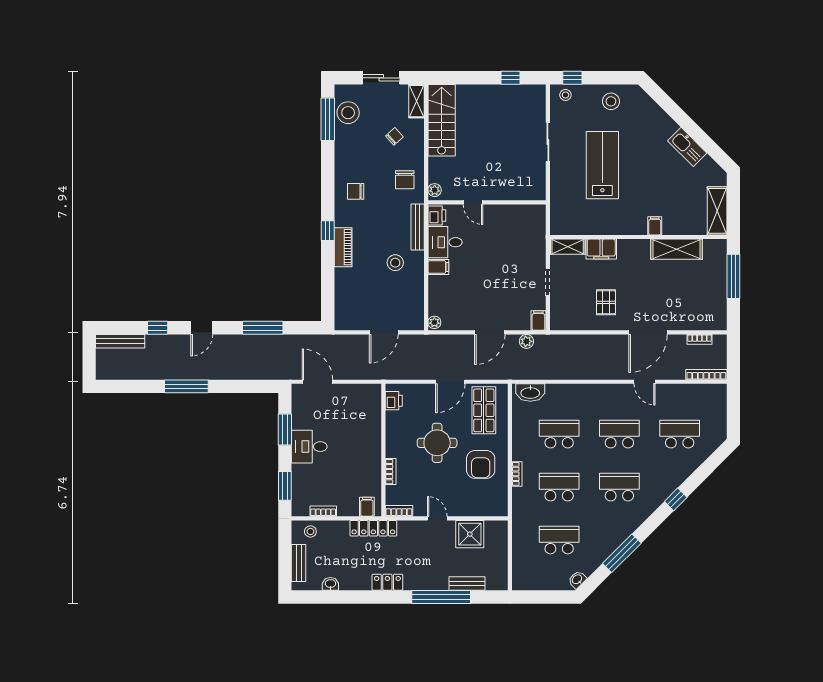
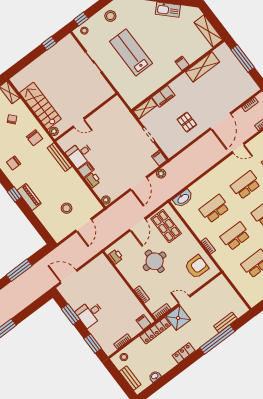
stairs: (442, 120) -> (40, 106), moved
printer: (437, 215) -> (93, 180), moved
stool: (395, 263) -> (67, 208), moved
armchair: (481, 464) -> (197, 267), moved, turned -90
shower: (470, 534) -> (178, 318), moved

